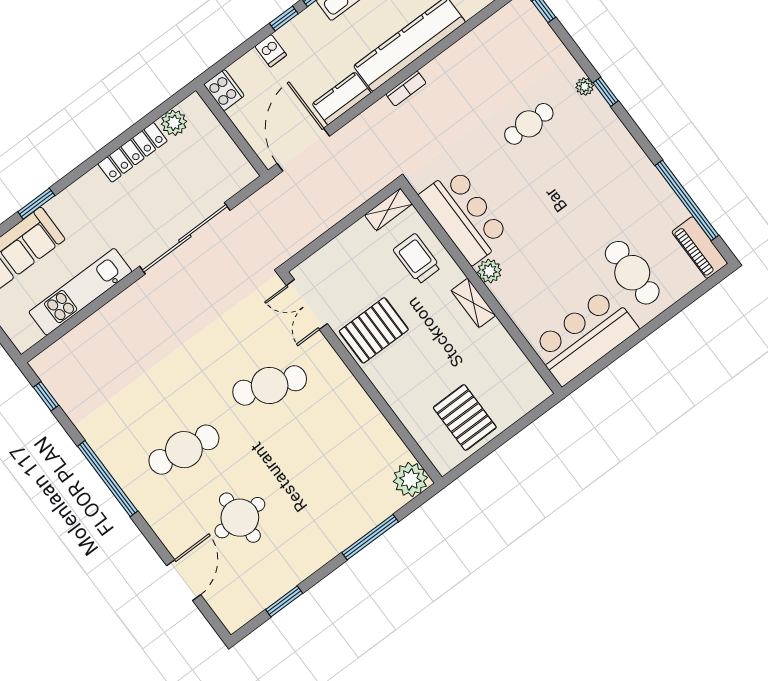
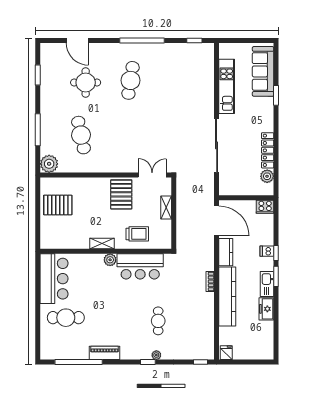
dishwasher: (271, 51) -> (267, 251), moved
shelving: (388, 209) -> (166, 207), moved
piano: (700, 248) -> (105, 353), moved
cafe table: (270, 385) -> (81, 135), moved, turned -33

